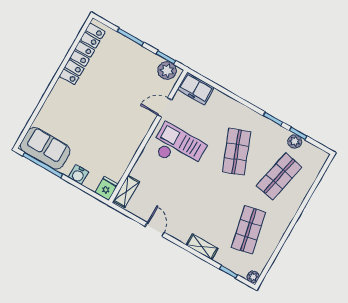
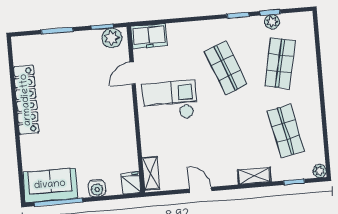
locker: (82, 54) -> (26, 100), moved

